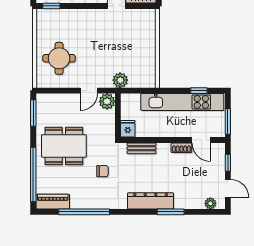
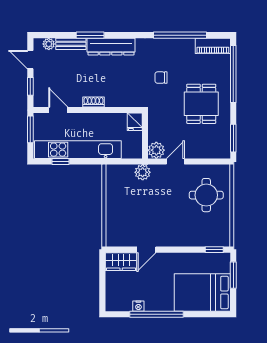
dining table: (64, 146) -> (201, 104), width x0.73
bench: (142, 148) -> (71, 44), moved
shoe rack: (181, 148) -> (93, 102), moved

